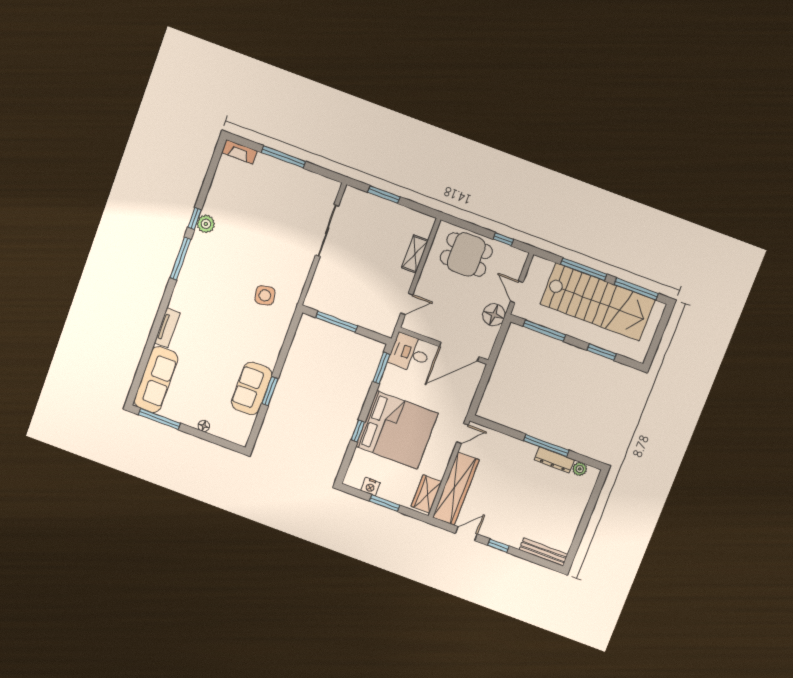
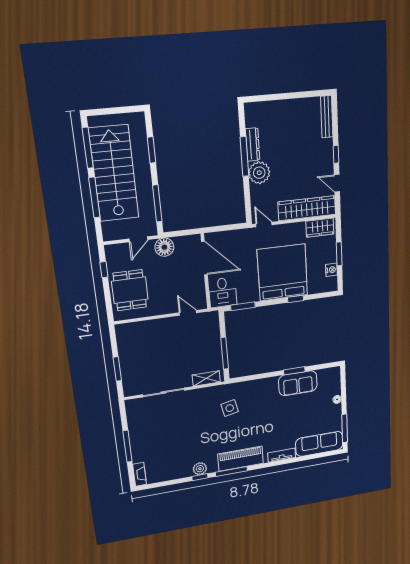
shelving: (415, 254) -> (206, 378), moved
piano: (191, 277) -> (241, 459), added
plant: (580, 469) -> (259, 173), moved, width x1.87, depth x1.87

